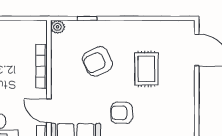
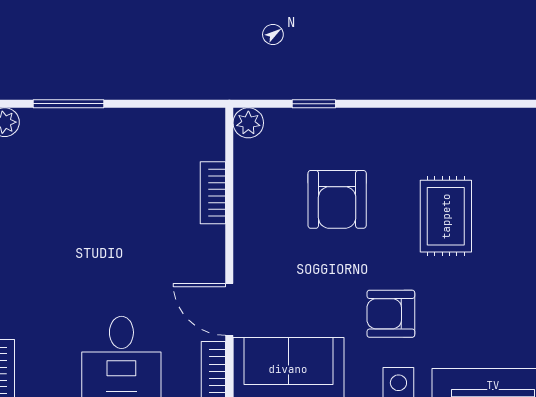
armchair: (97, 61) -> (337, 199), turned -65
bookcase: (42, 66) -> (213, 193), width x0.64

